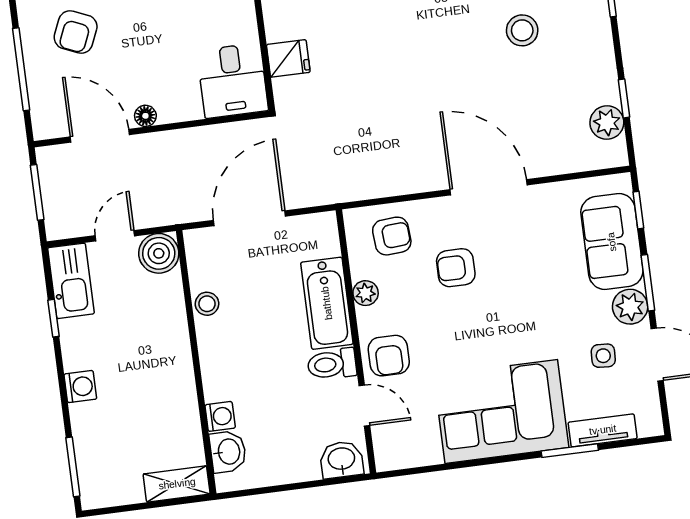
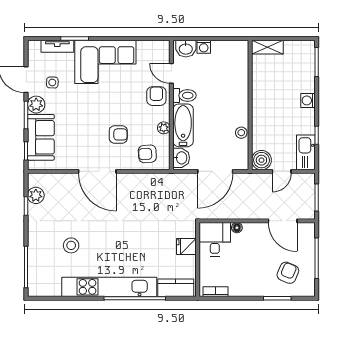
floor lamp: (145, 116) -> (237, 228), moved
washing machine: (220, 416) -> (204, 47), moved, turned -90
washbasin: (228, 452) -> (181, 158), moved, turned 180

